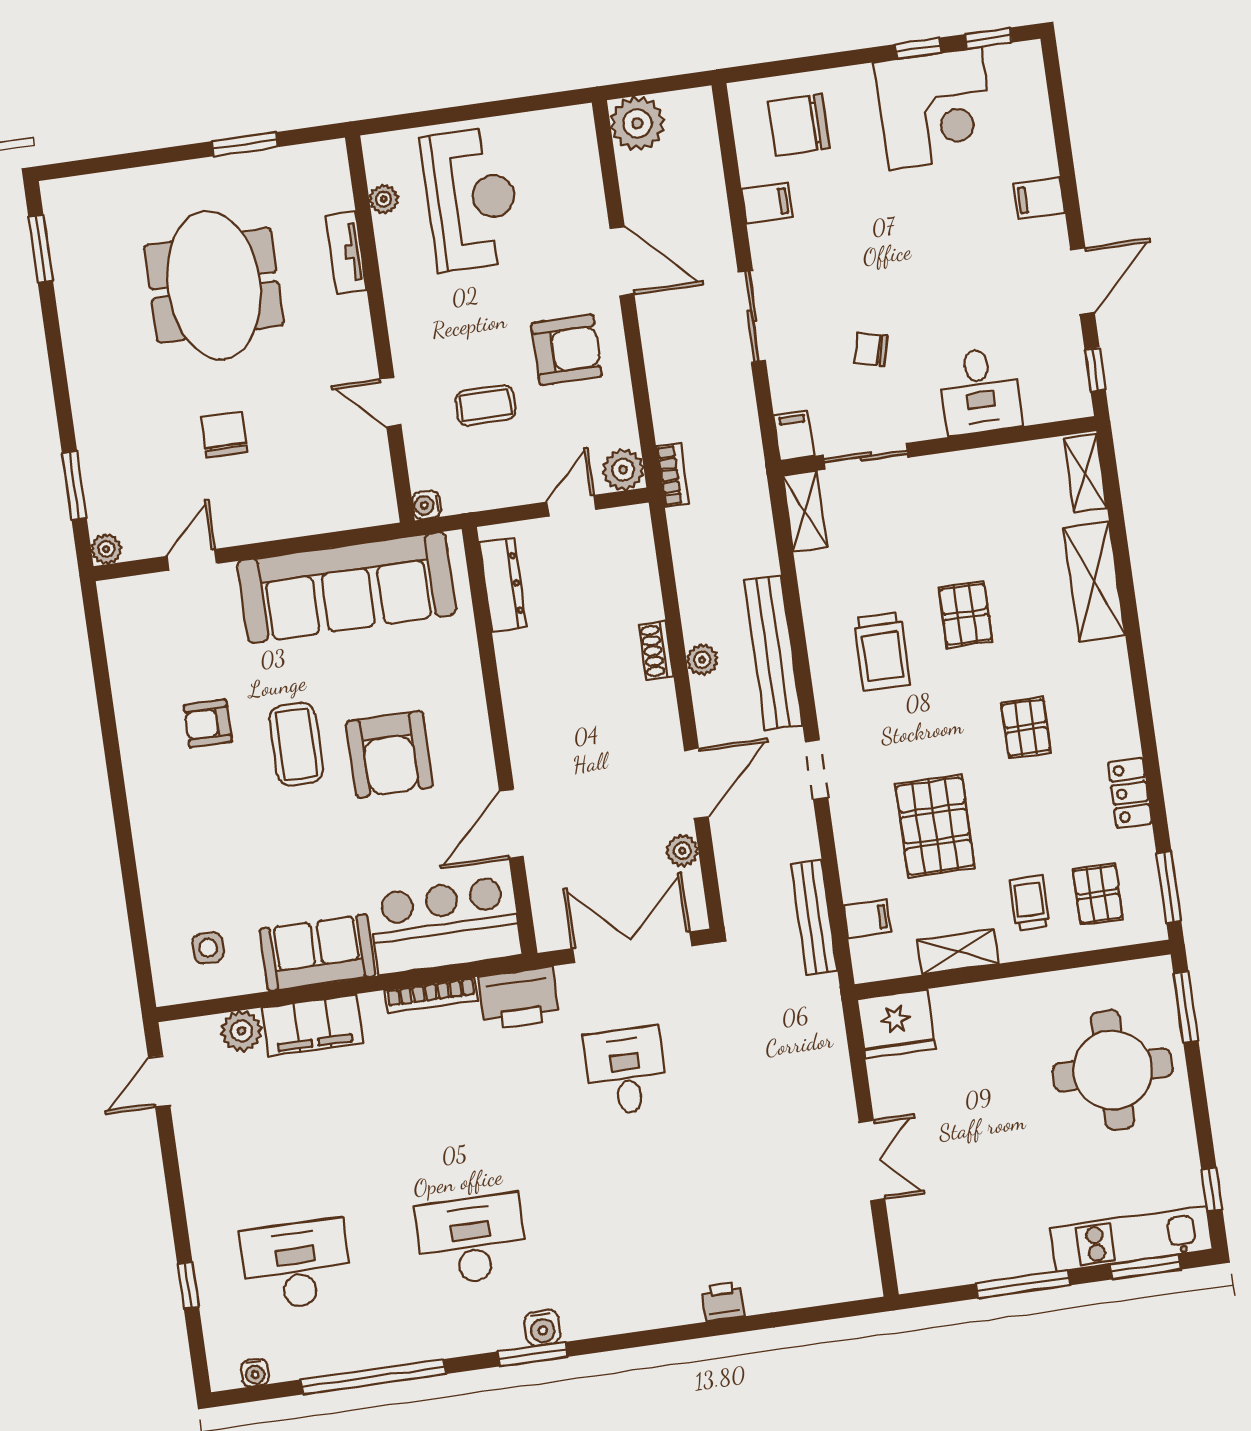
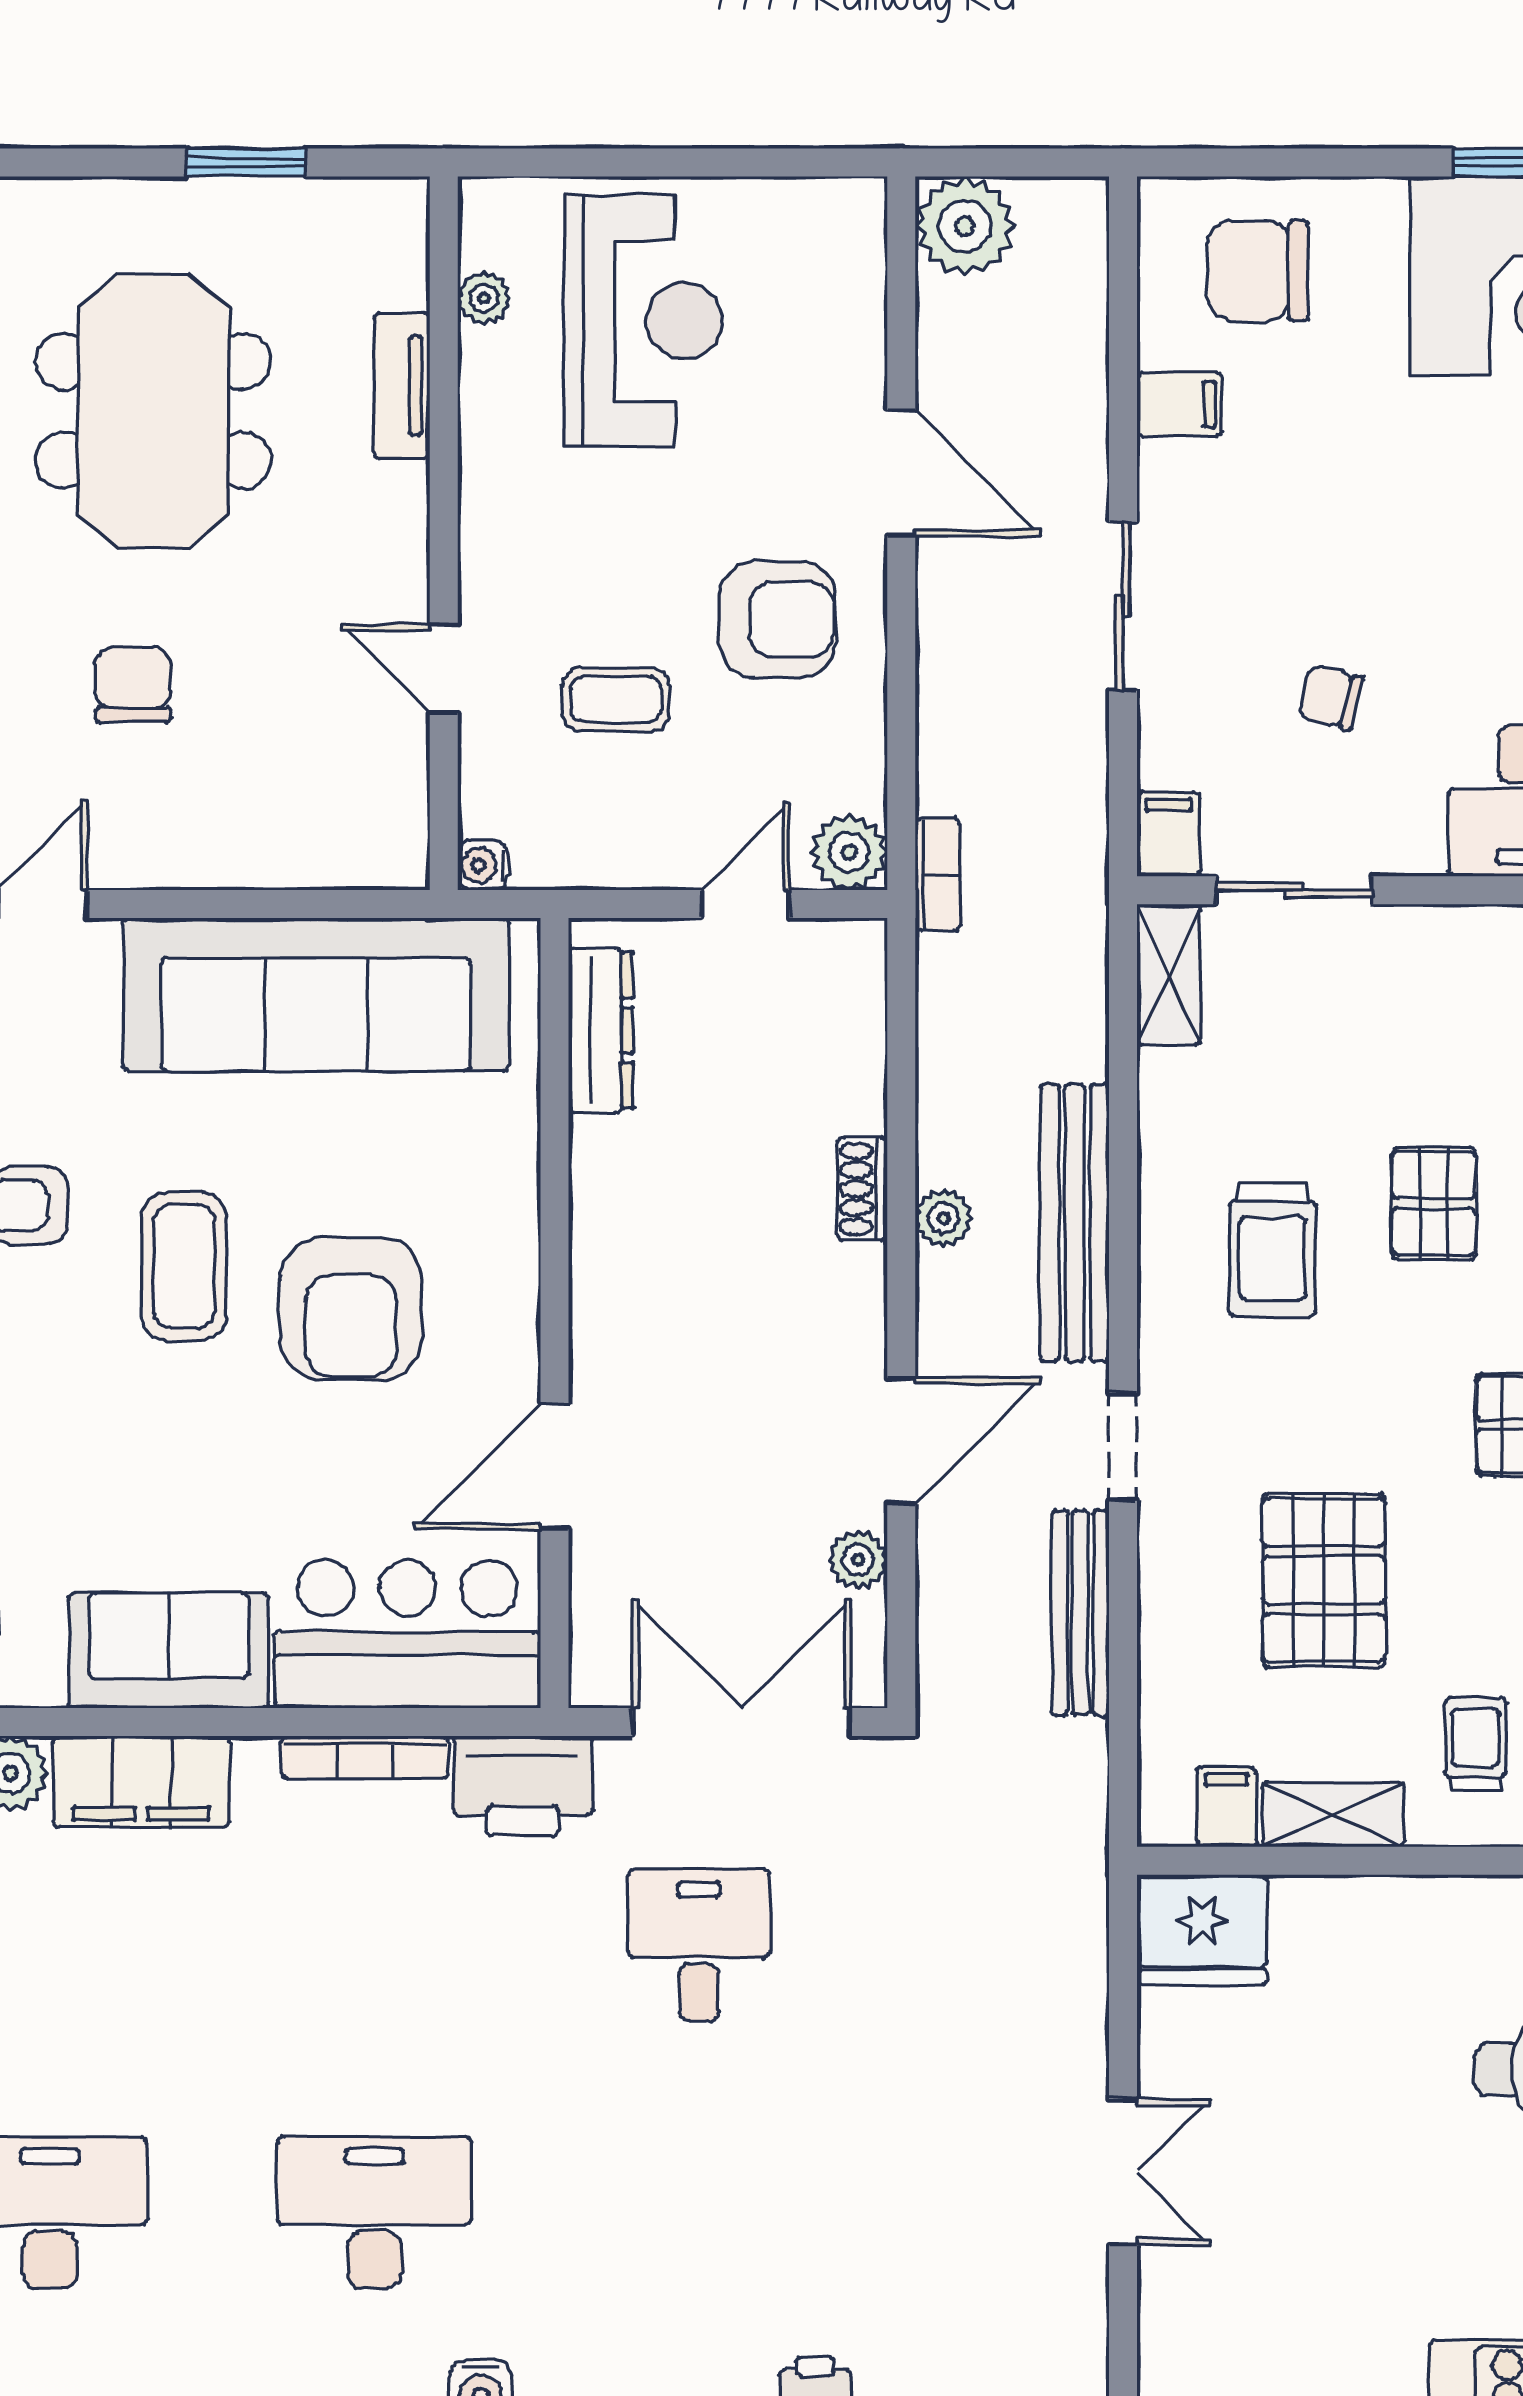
bench: (814, 917) -> (1080, 1613), moved
filing cabinet: (867, 919) -> (1227, 1807), moved, turned -90

